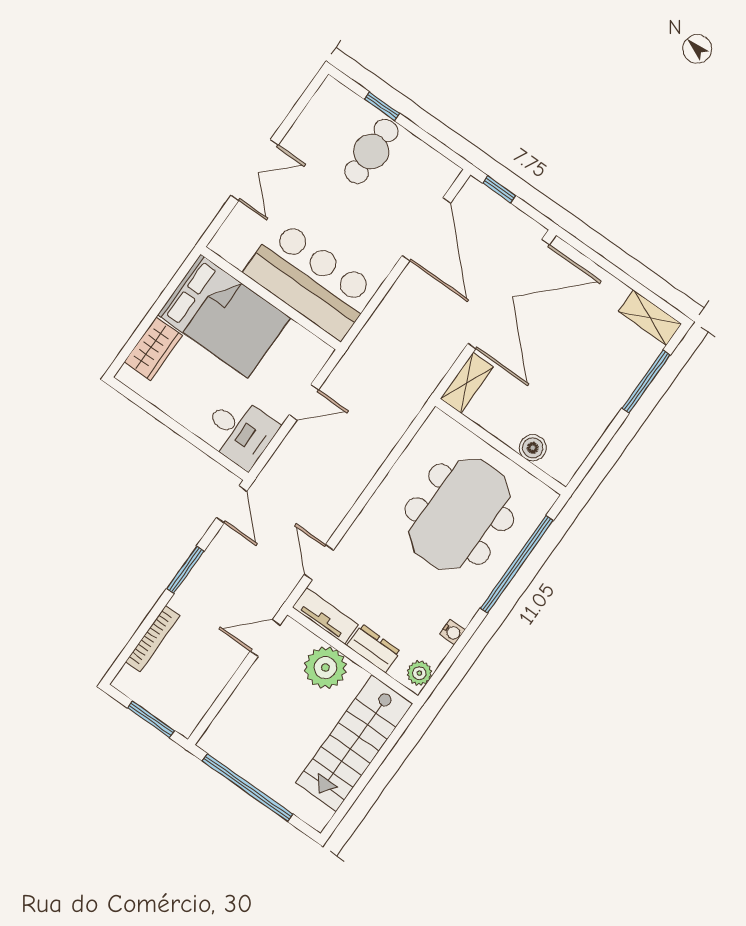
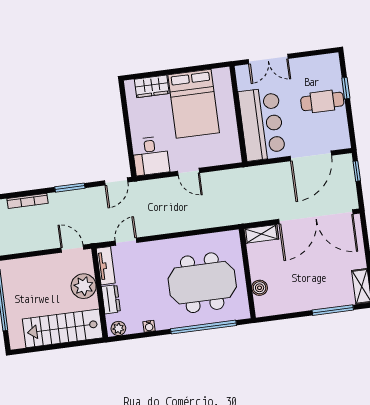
bar counter: (311, 280) -> (262, 124), moved
wall: (271, 298) -> (238, 114), moved

